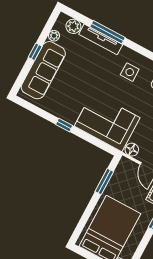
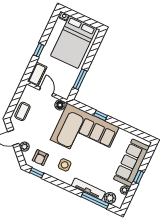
window: (107, 32) -> (95, 200), moved
corner sofa: (107, 122) -> (85, 134), width x1.36, depth x1.36
window: (64, 125) -> (101, 115), moved

